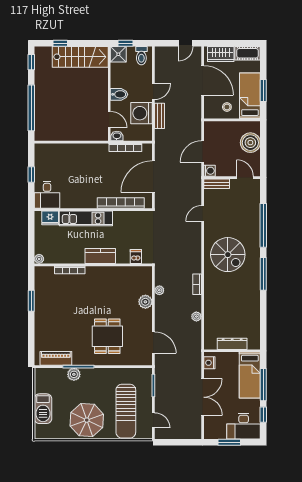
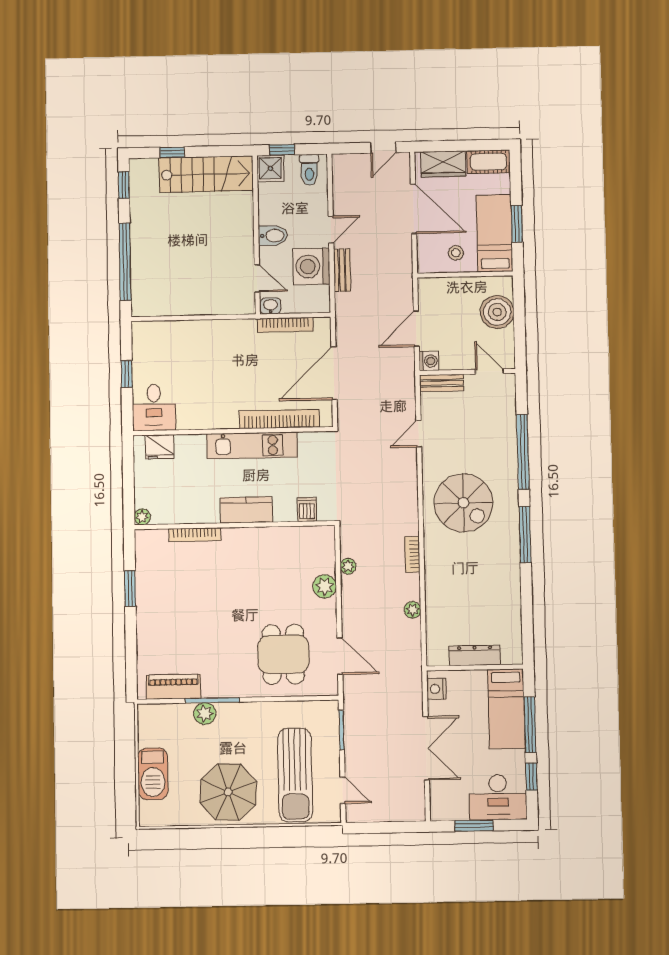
kitchen unit: (86, 218) -> (252, 446), moved
dining table: (107, 336) -> (283, 654), moved

